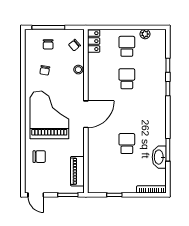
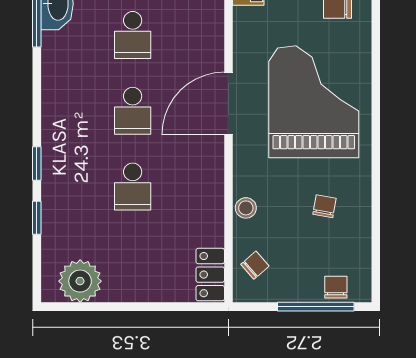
plant: (145, 34) -> (80, 281), width x1.88, depth x1.88
chair: (48, 44) -> (336, 287), moved
school desk: (127, 46) -> (133, 111), moved
grand piano: (49, 115) -> (314, 102), turned 180

